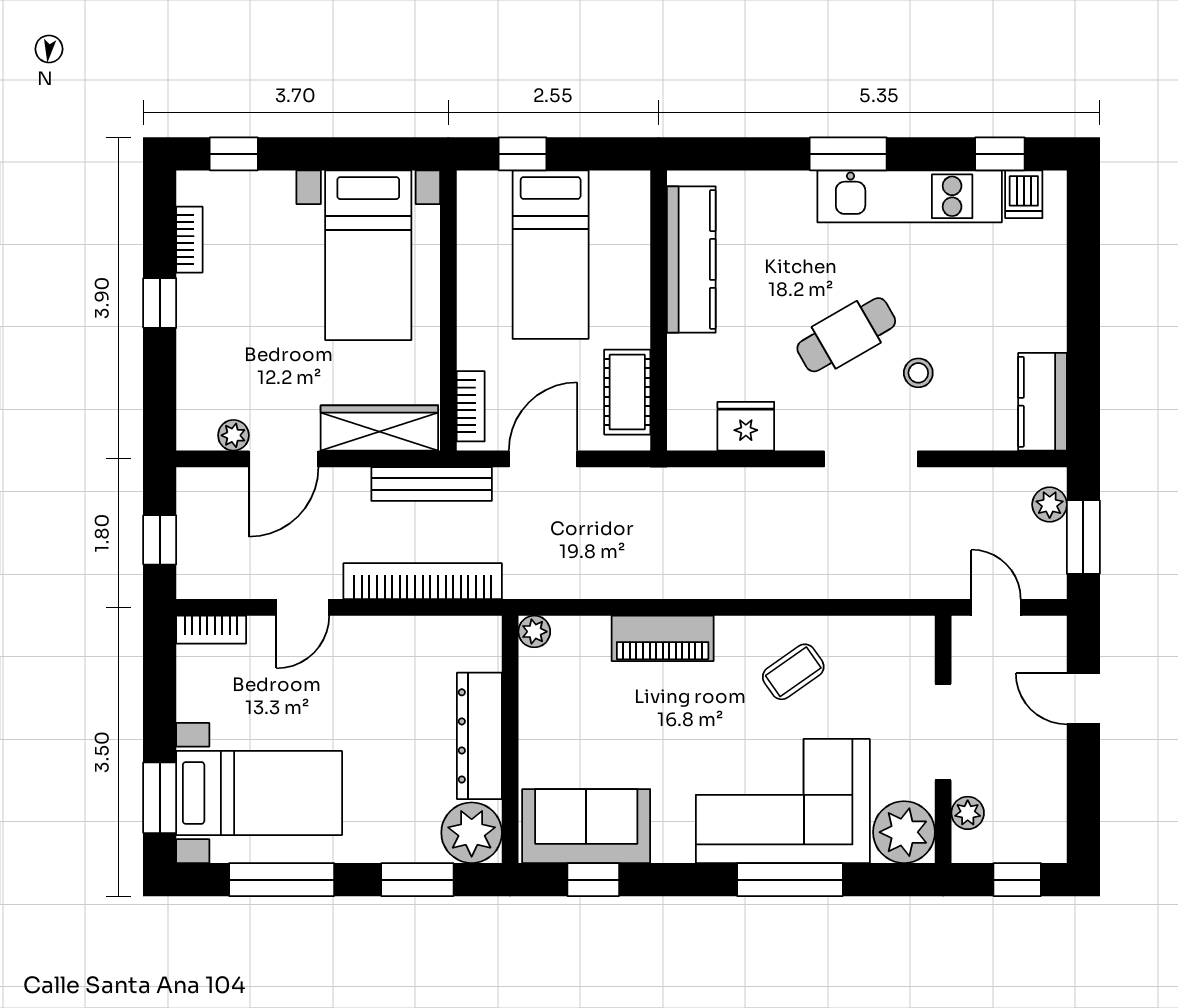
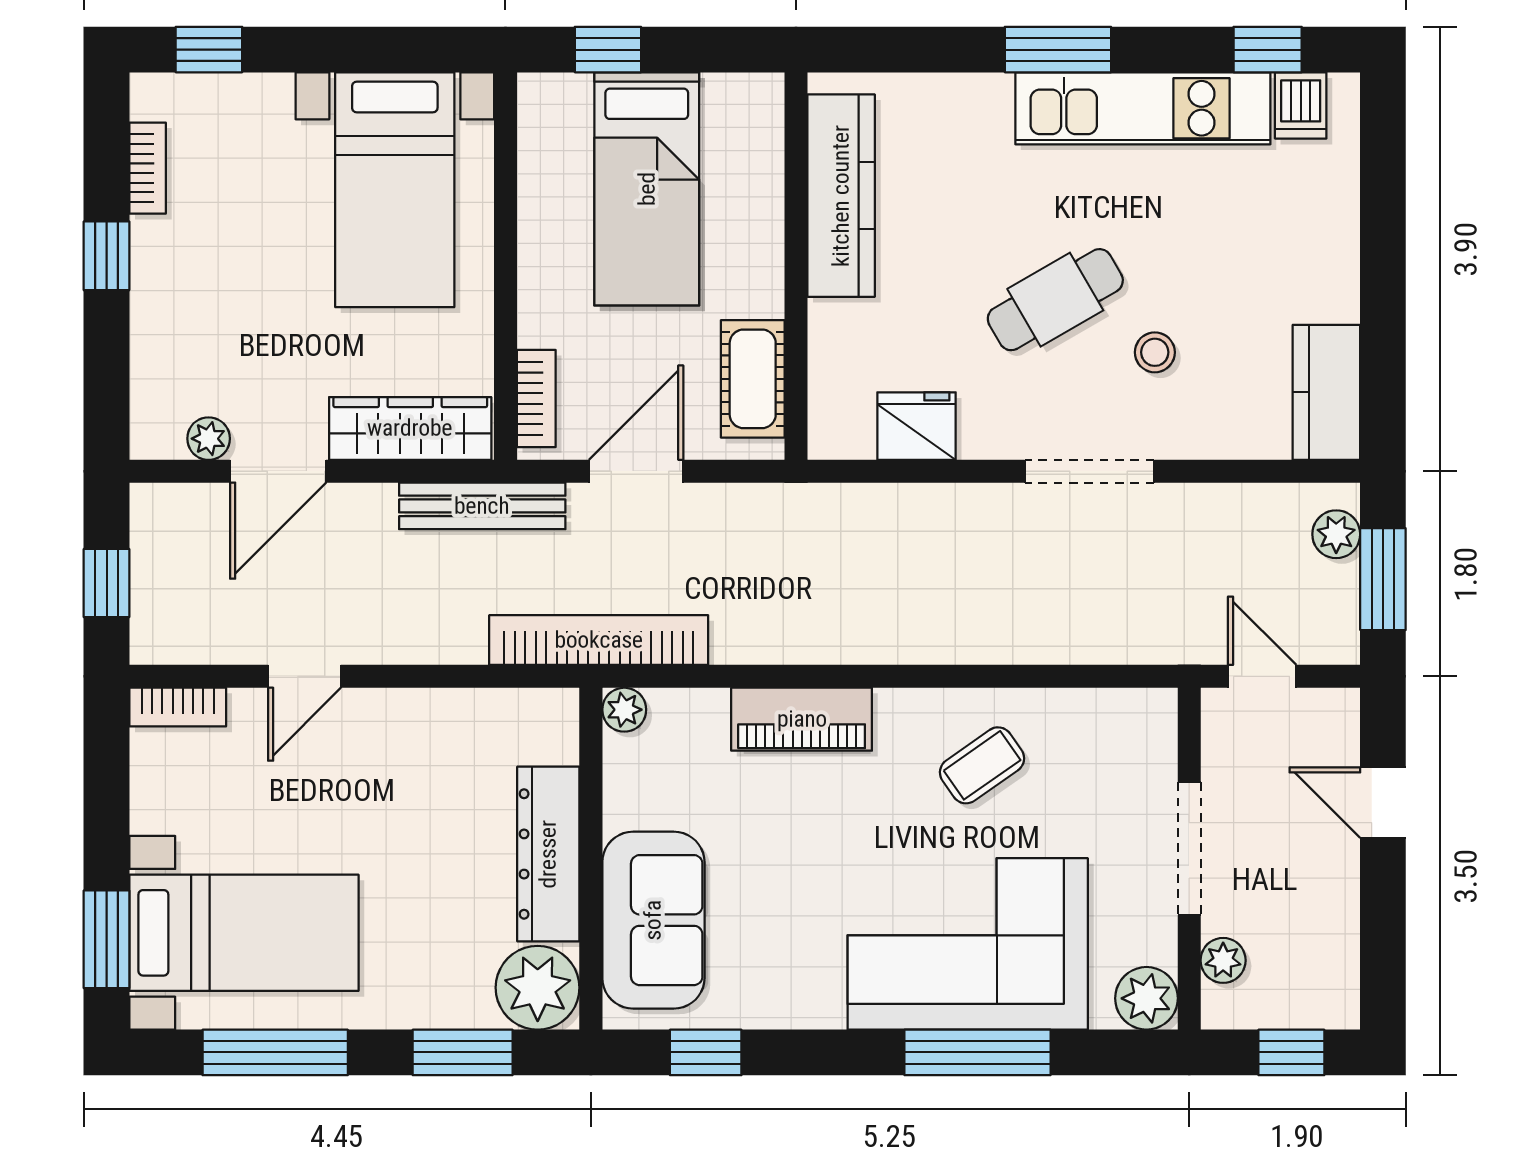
bookcase: (423, 581) -> (599, 640), moved
sofa: (586, 826) -> (653, 920), moved, turned 90
plant: (904, 832) -> (1146, 998), width x0.73, depth x0.73

